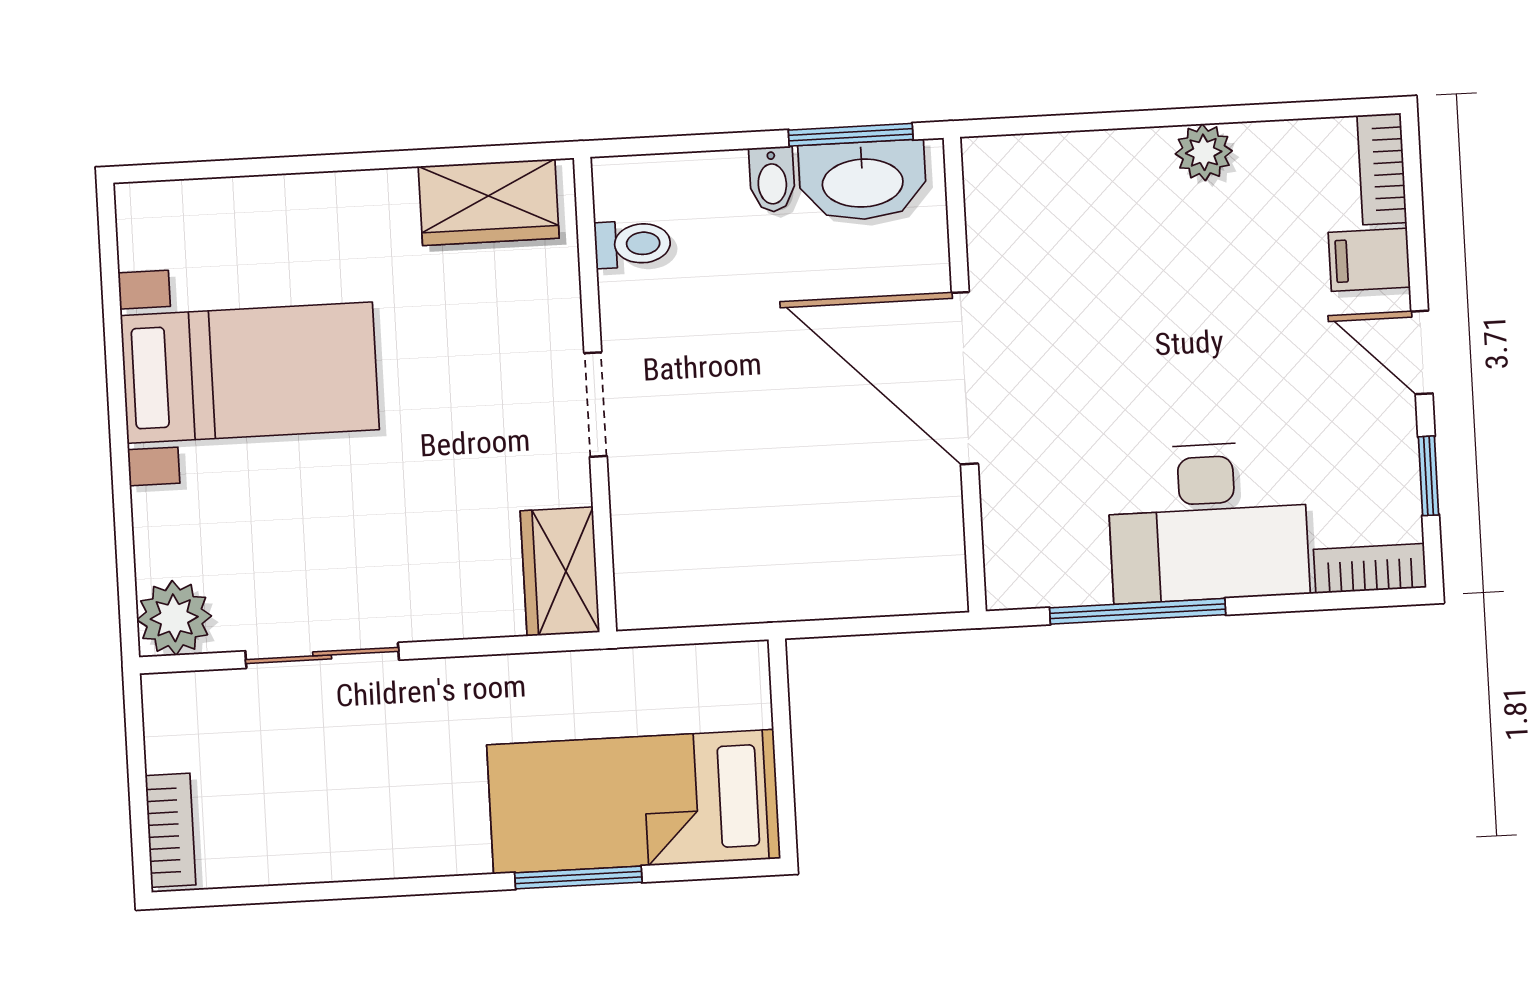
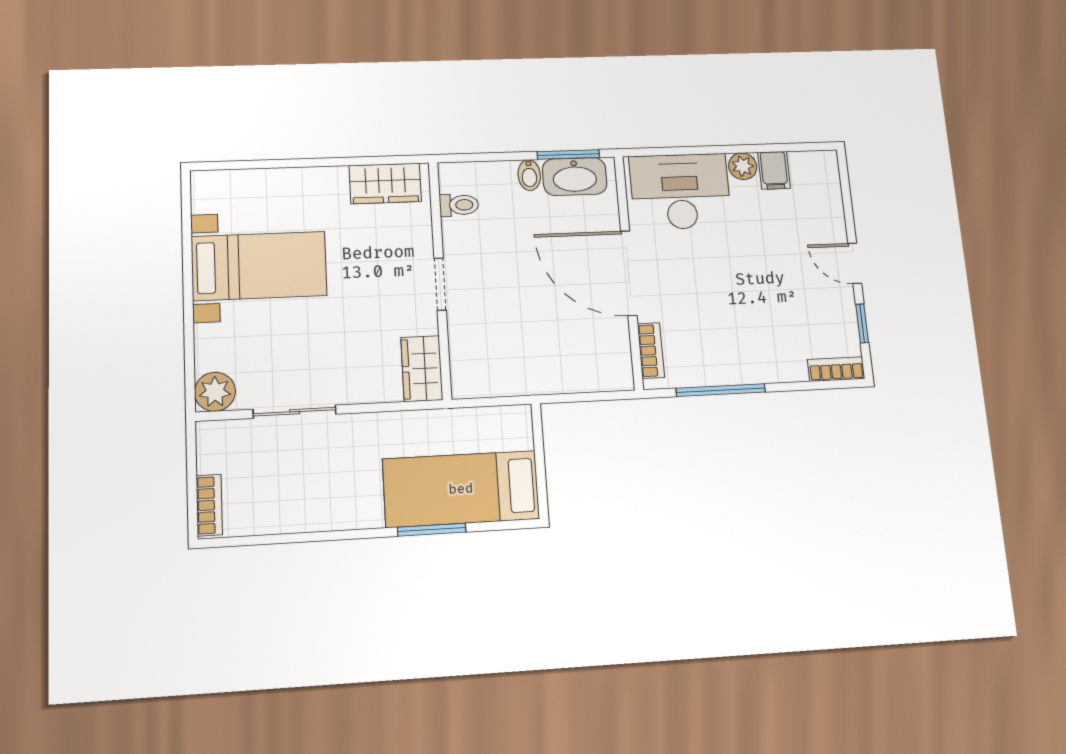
bookcase: (1382, 169) -> (651, 350), moved, turned 180
filing cabinet: (1369, 260) -> (774, 170), moved, turned -90
desk: (1208, 522) -> (680, 192), moved, turned 180

